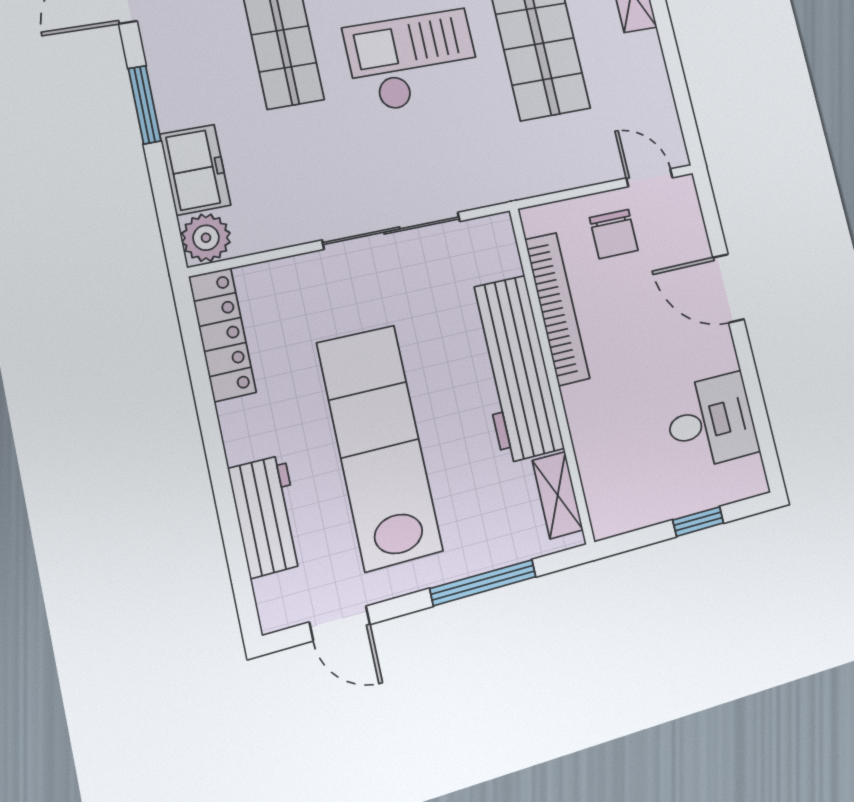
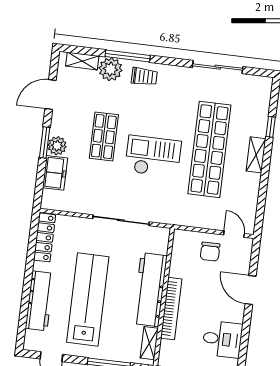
plant: (206, 238) -> (57, 146), moved
bookcase: (557, 309) -> (171, 309), moved
workbench: (267, 516) -> (40, 301), width x1.37

